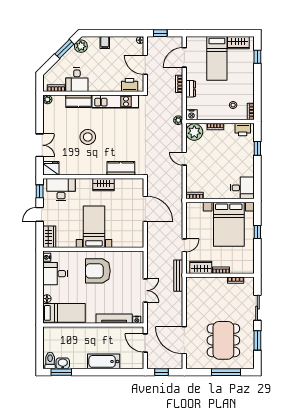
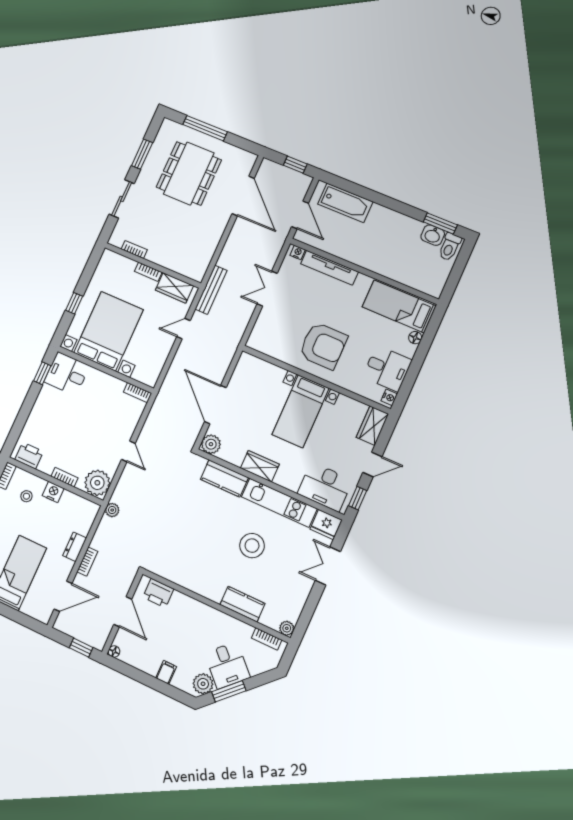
desk: (77, 80) -> (227, 665), moved, turned 135
kitchen unit: (115, 101) -> (279, 503), moved, turned 180
nightstand: (192, 115) -> (53, 492), moved
window: (257, 148) -> (42, 373), moved
plant: (138, 185) -> (211, 444), added
bathtub: (104, 361) -> (345, 203), moved

